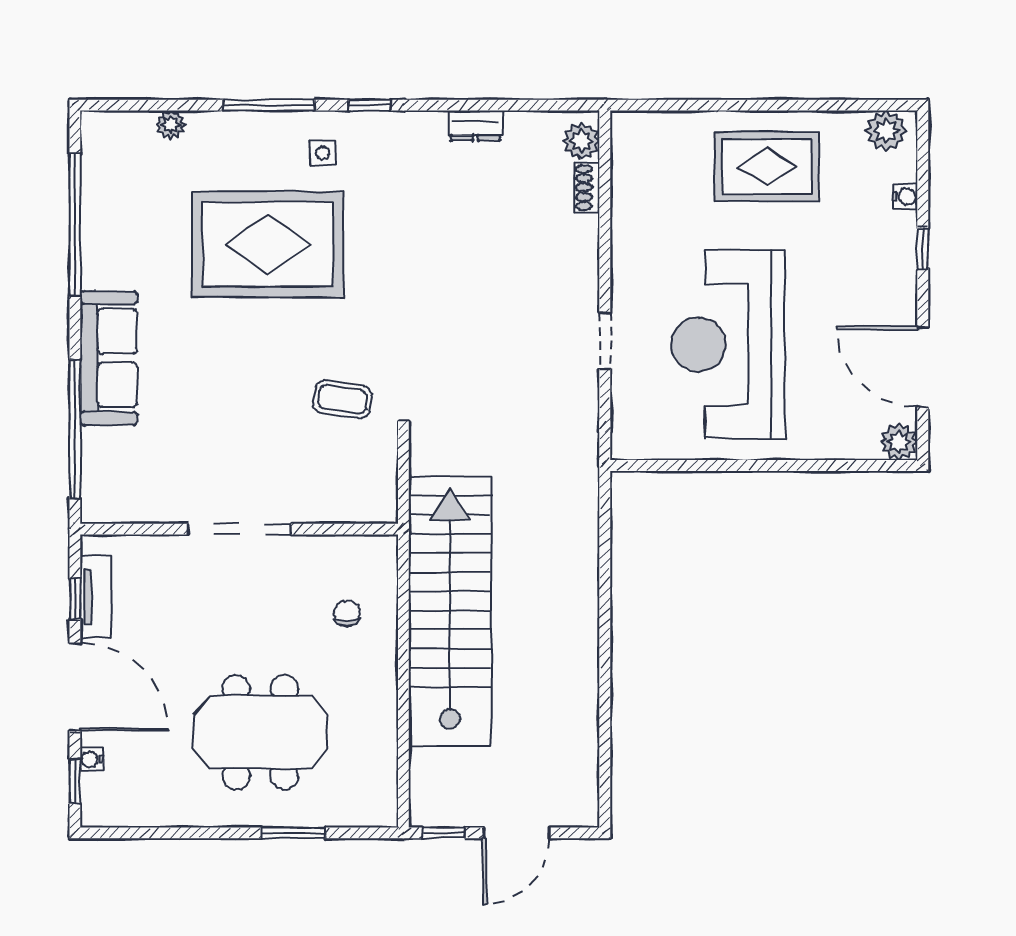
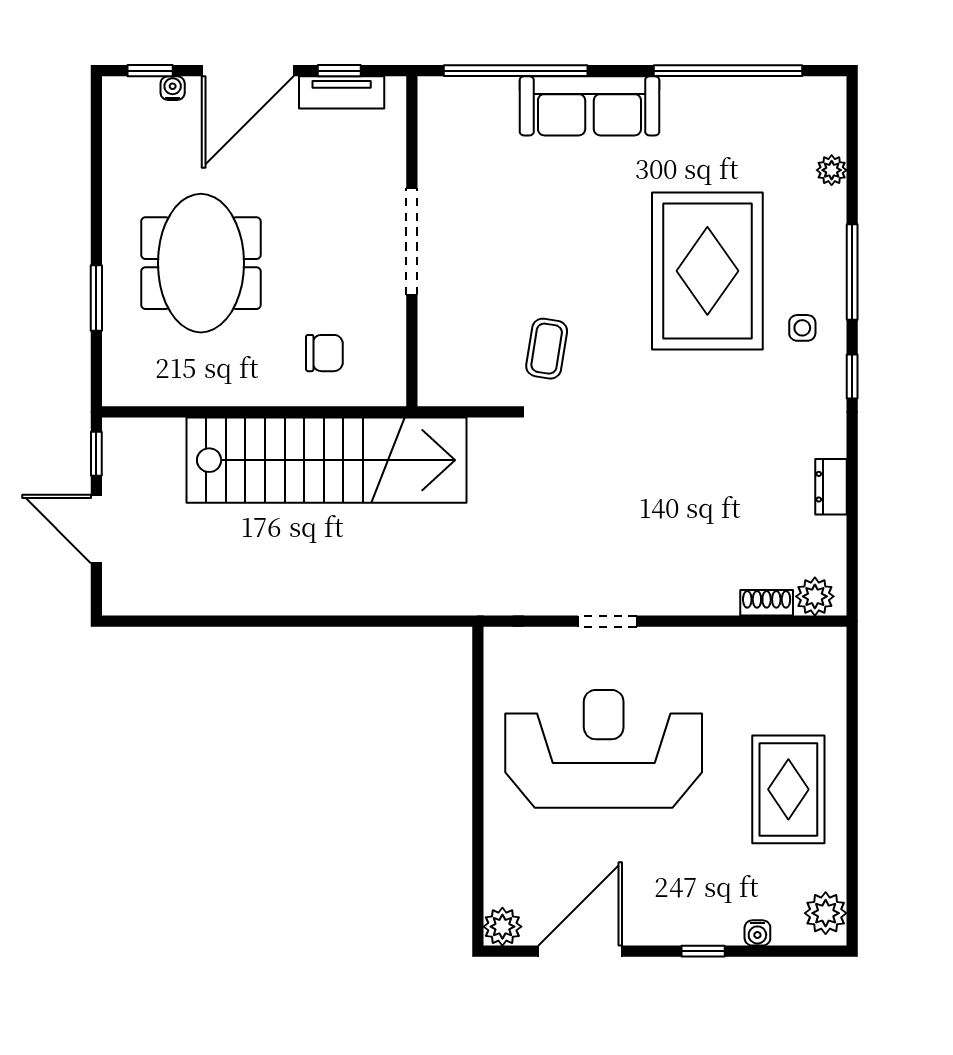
chair: (347, 613) -> (324, 353), width x1.37, depth x1.37

